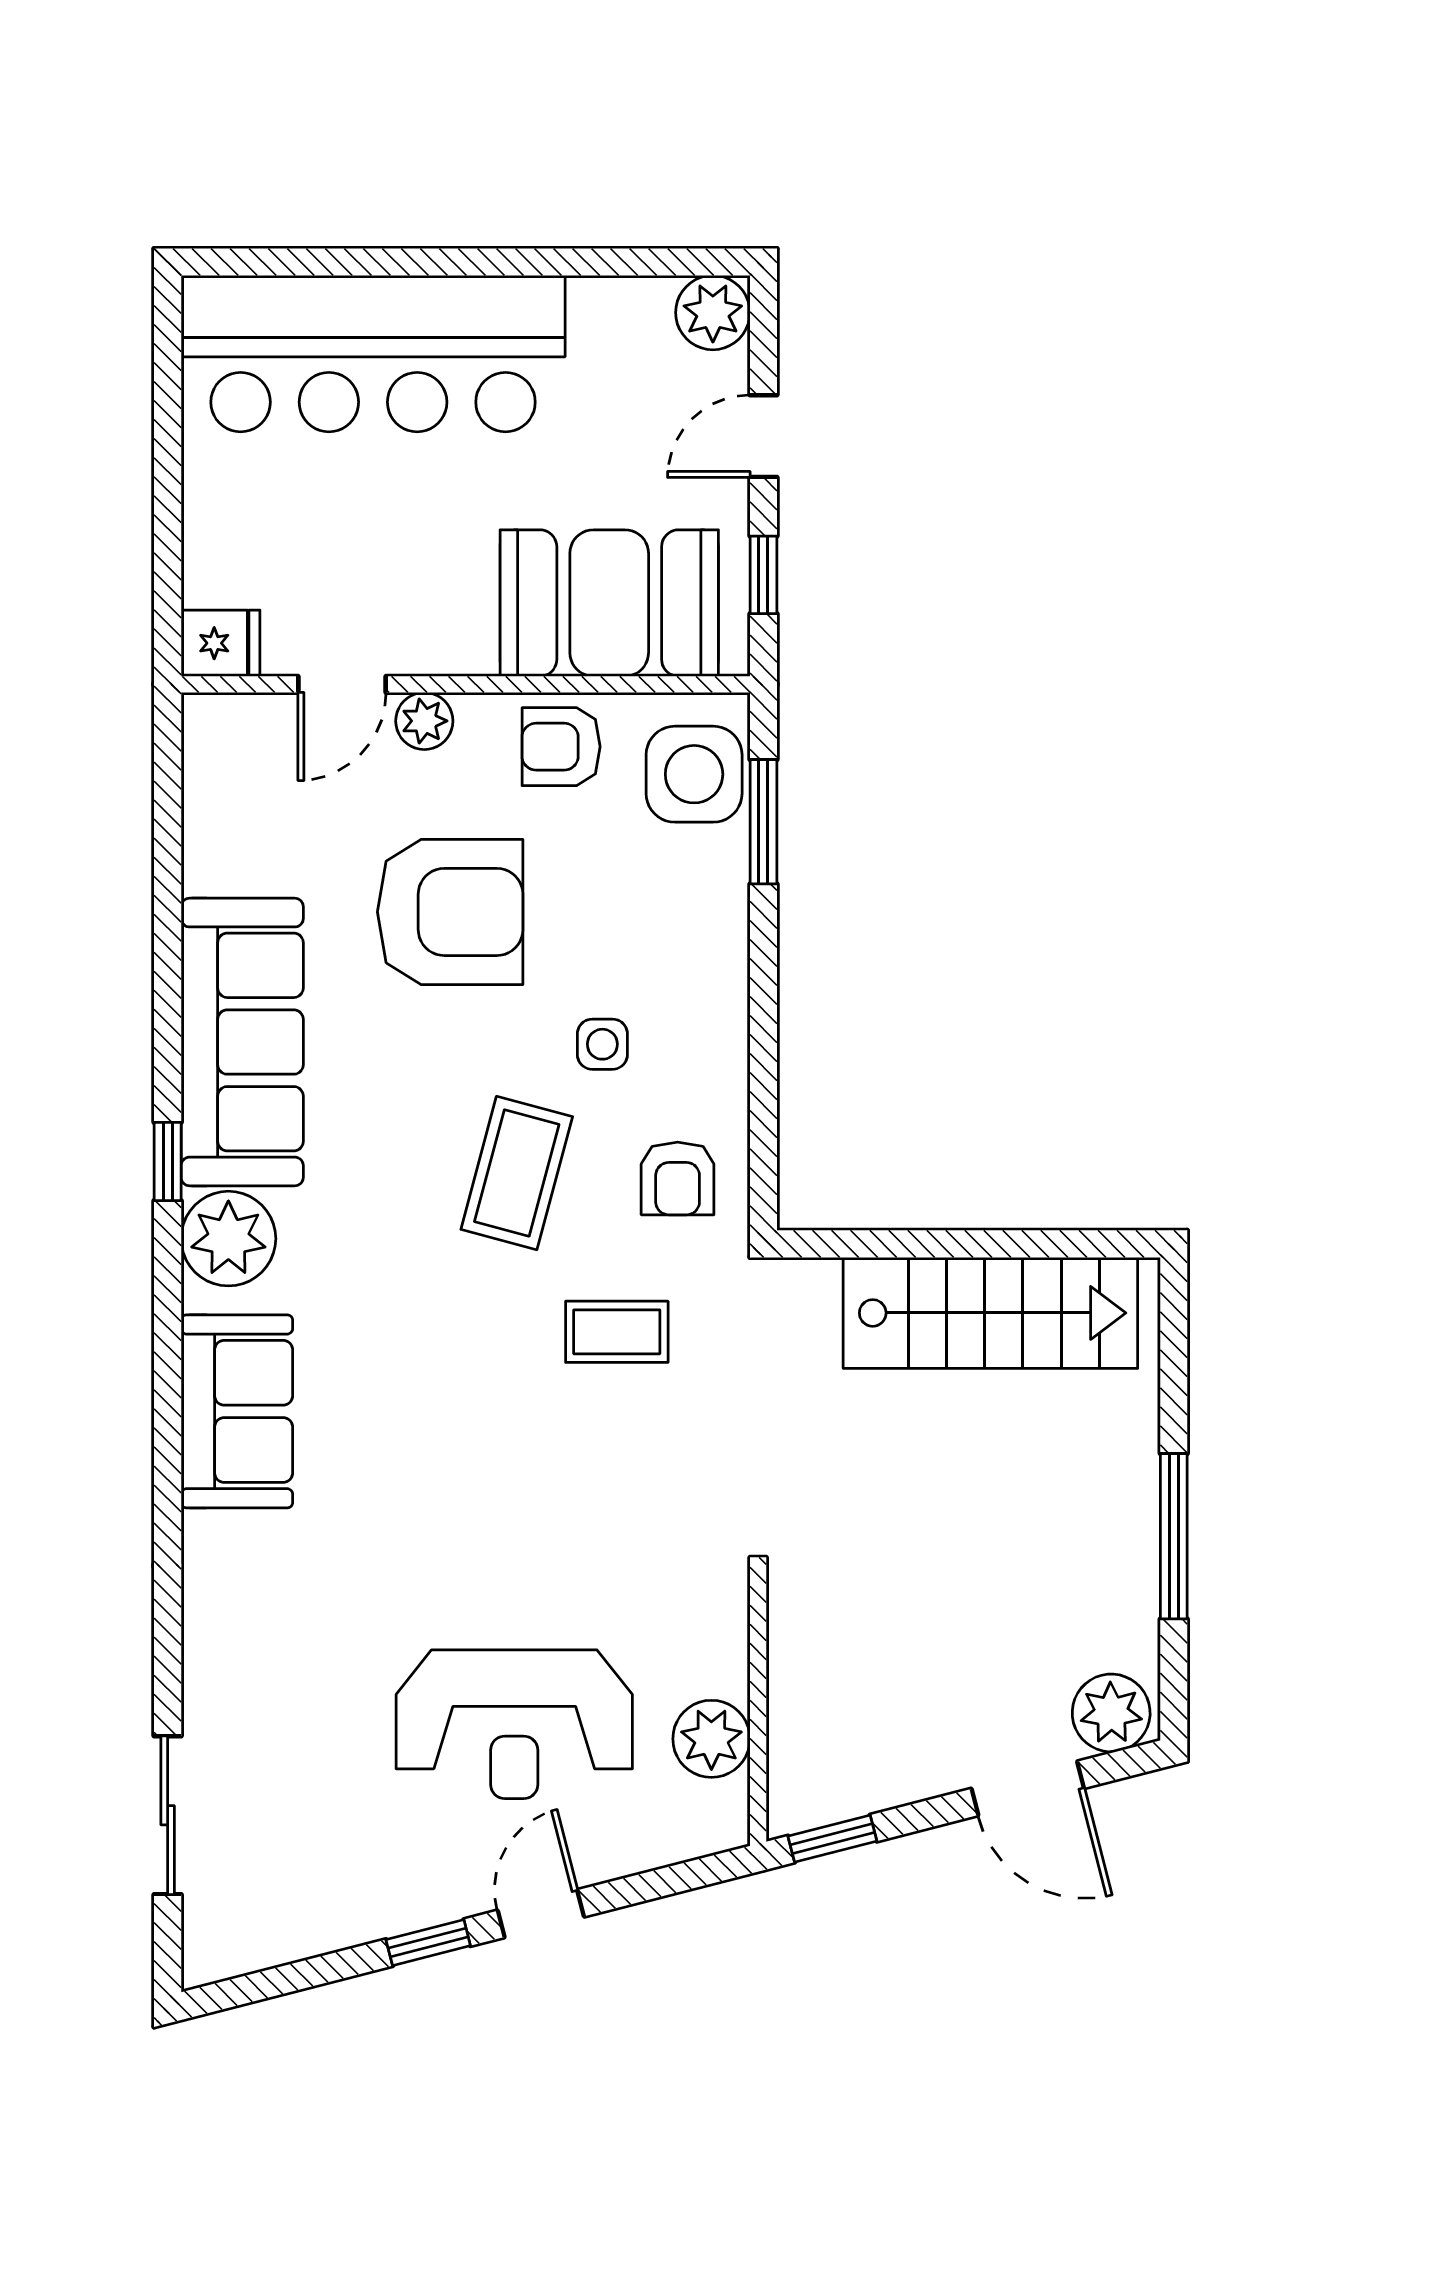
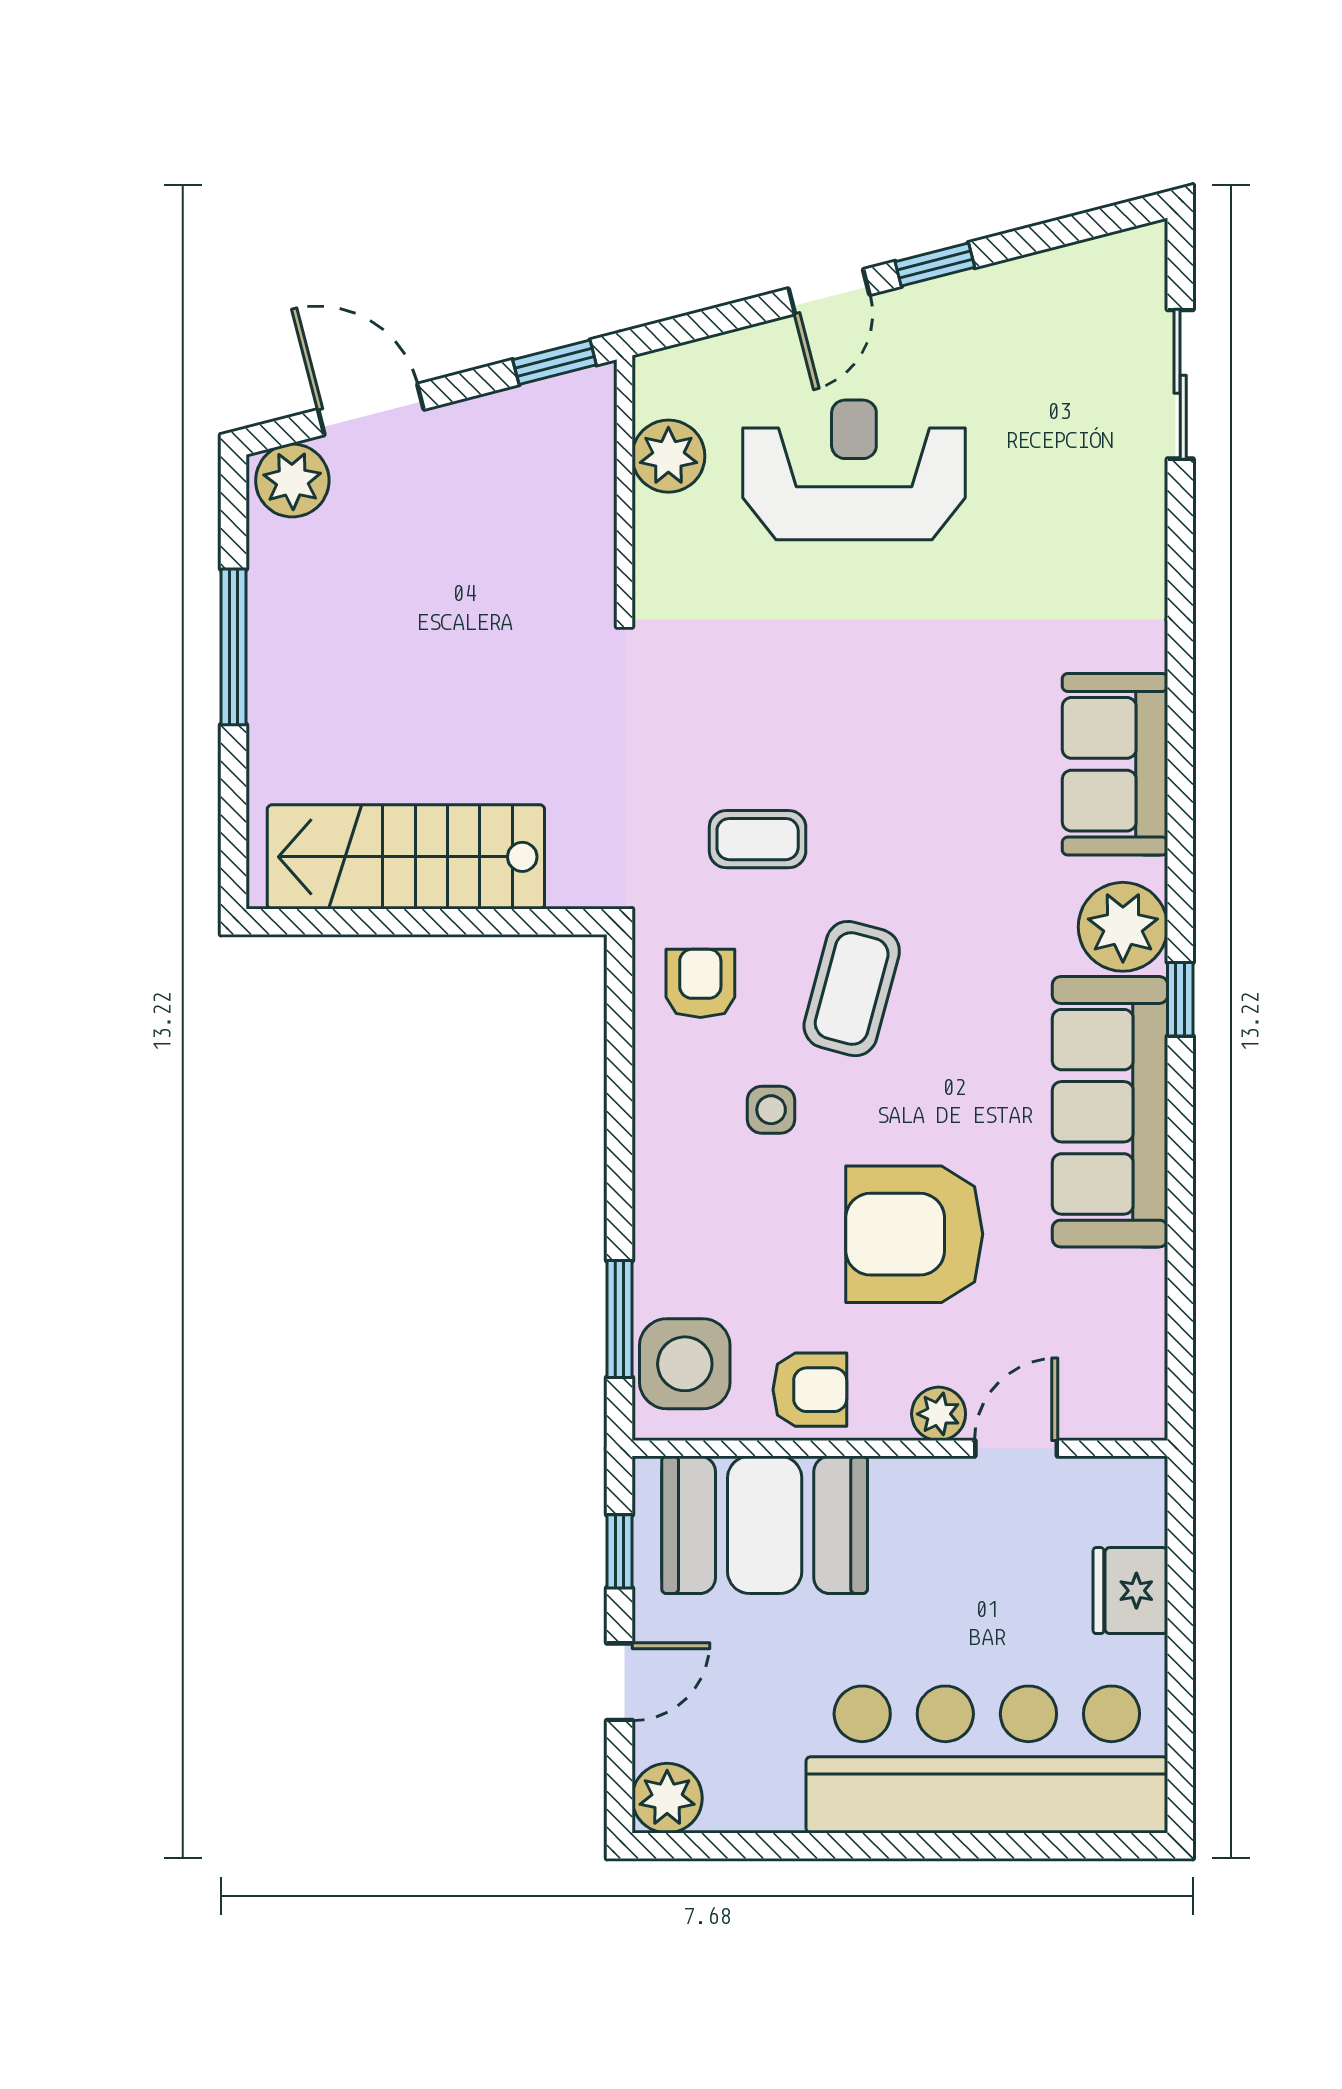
fridge: (221, 643) -> (1130, 1591), moved, width x1.38

